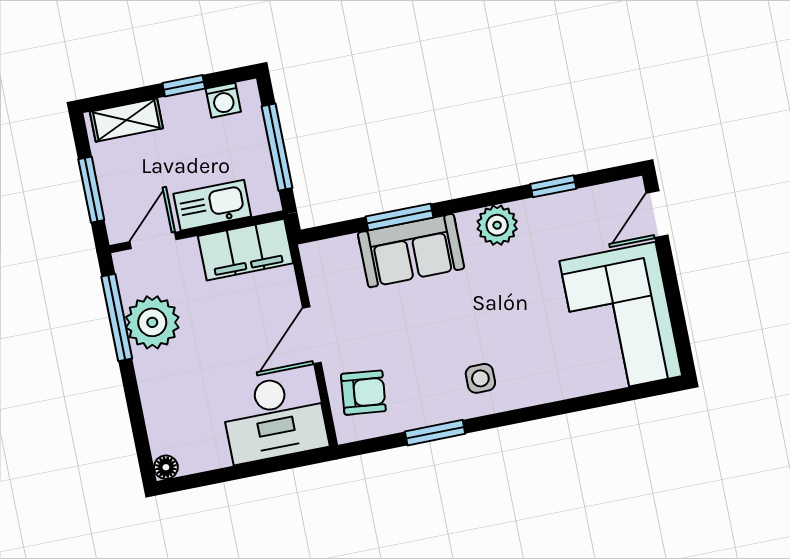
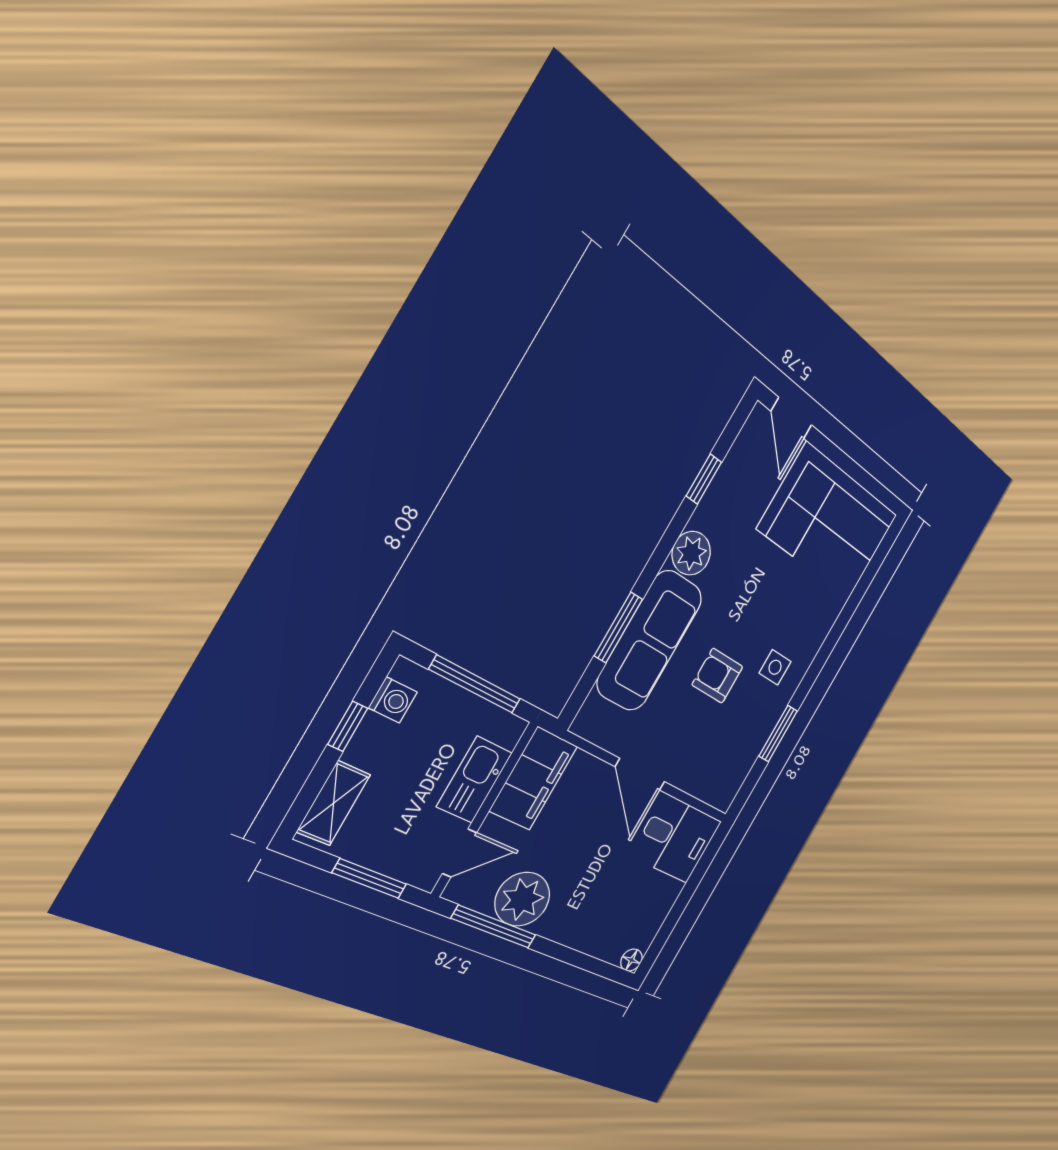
door: (153, 241) -> (459, 853), swing flipped
sofa: (411, 251) -> (650, 641), width x1.36
armchair: (363, 393) -> (717, 676), moved, turned -96
desk: (274, 418) -> (676, 838), width x0.73

